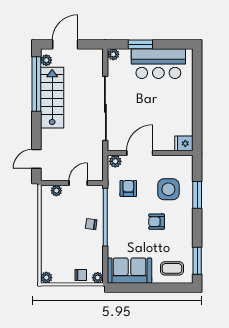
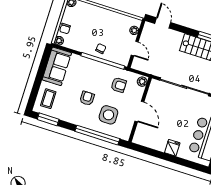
fridge: (184, 143) -> (172, 148), moved
door: (140, 153) -> (139, 112), moved
window: (197, 195) -> (97, 135), width x2.11

